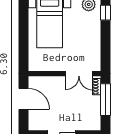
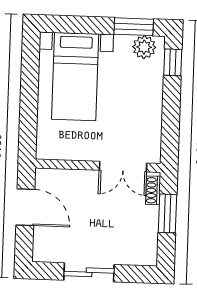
window: (105, 100) -> (168, 213), width x0.69

